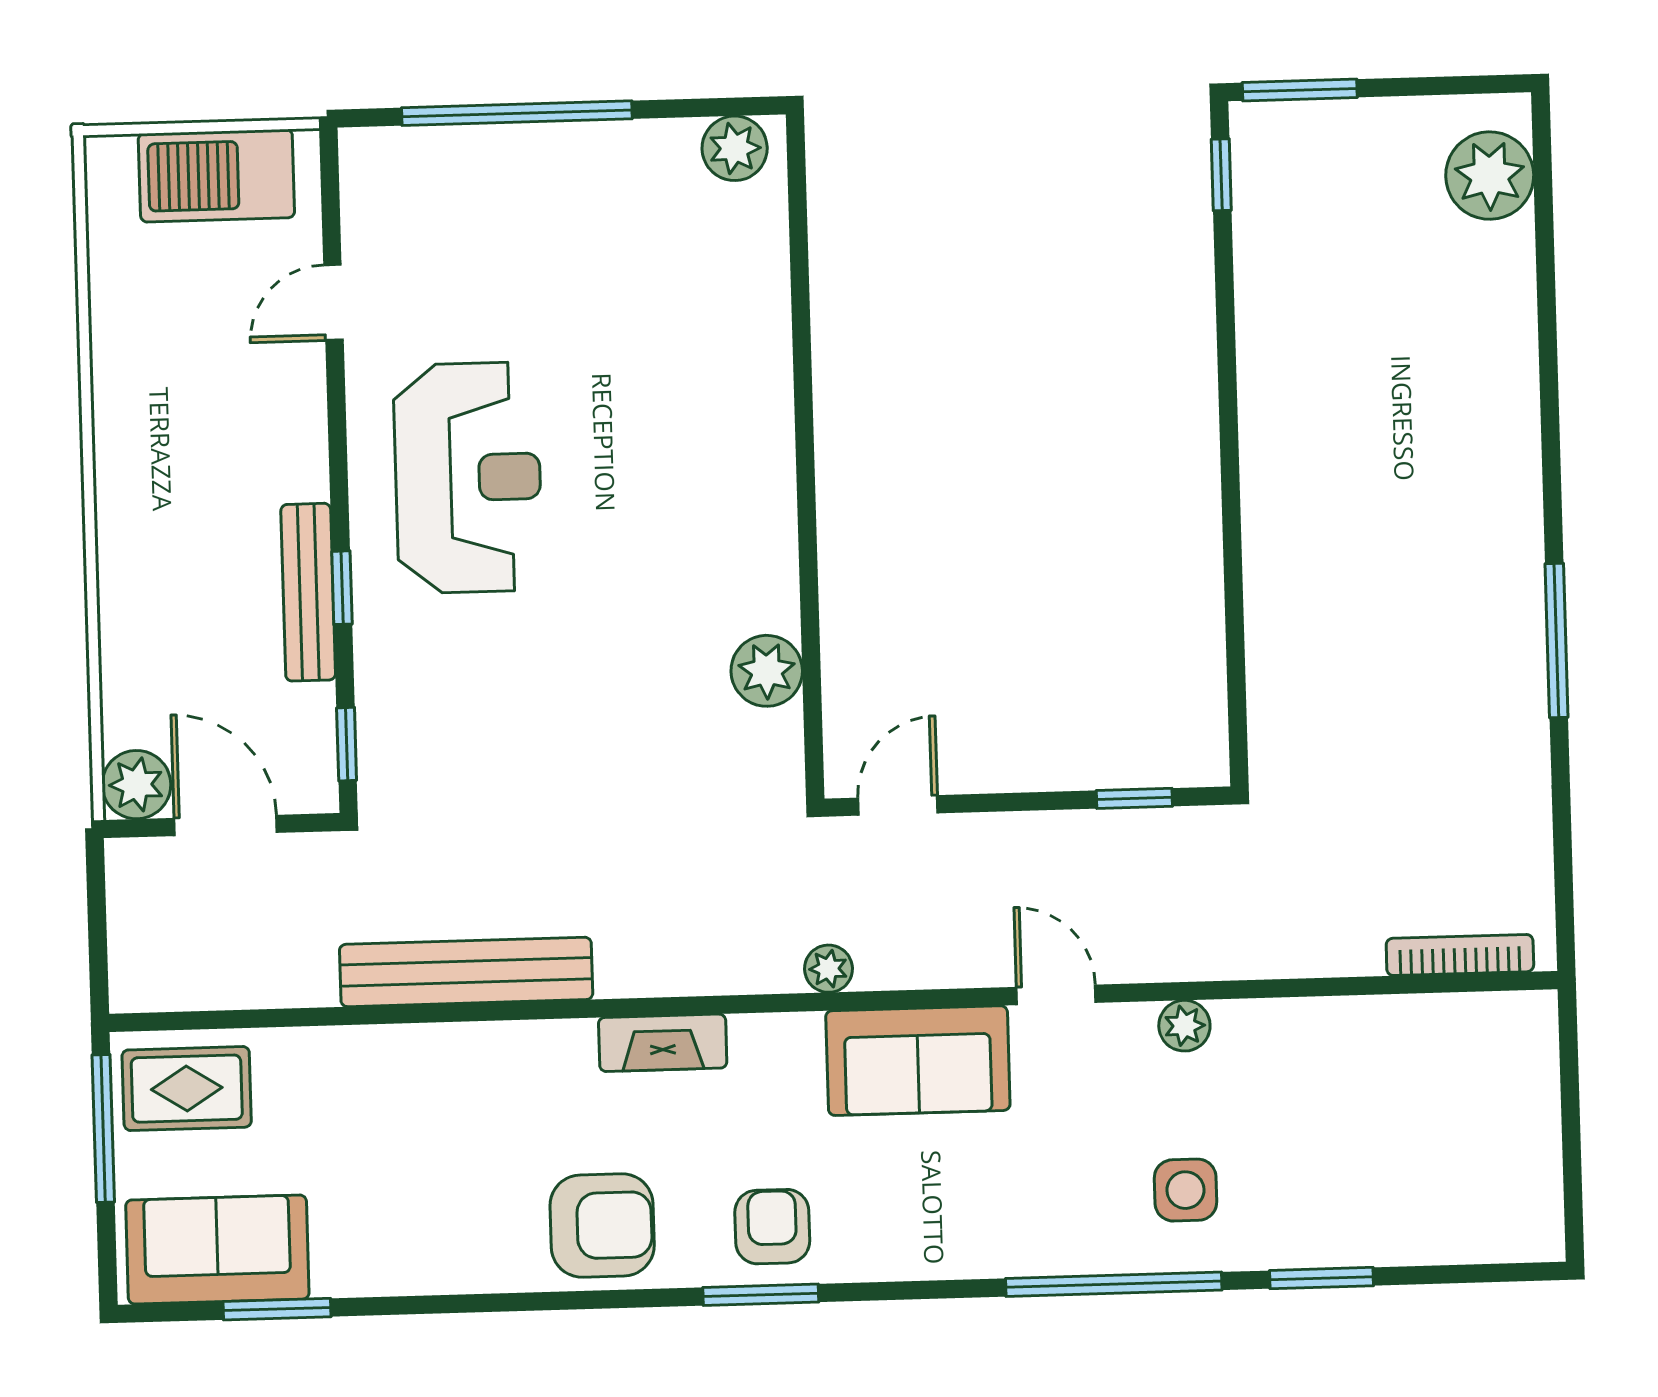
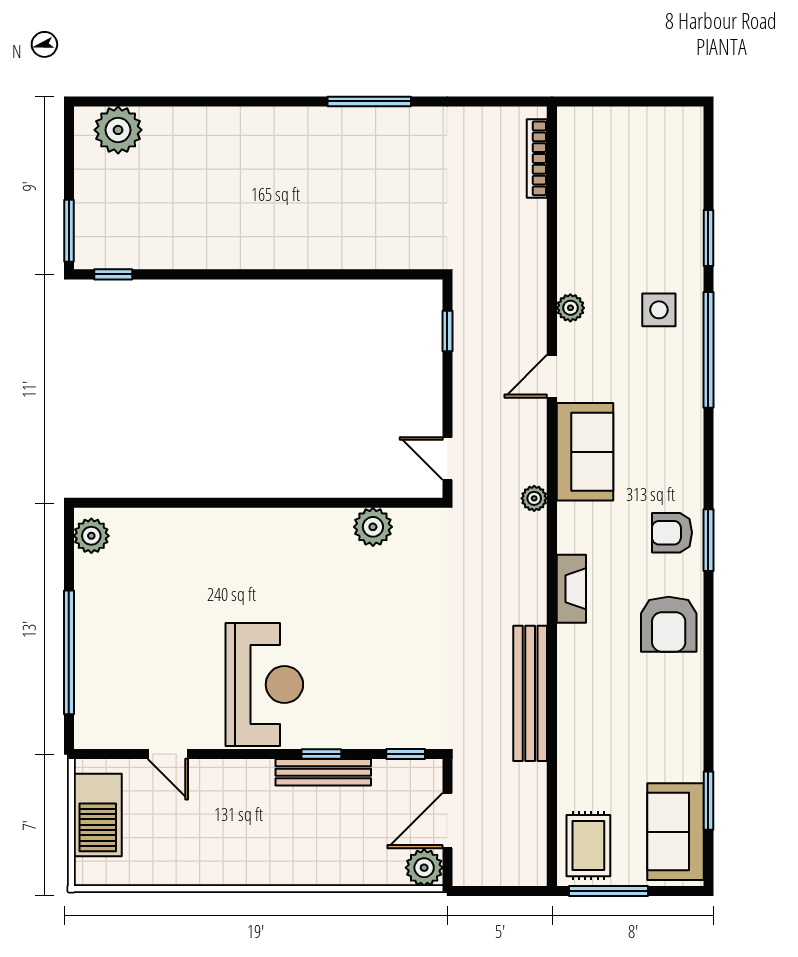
reception desk: (468, 478) -> (264, 685), turned 90
armchair: (602, 1225) -> (669, 624), turned 180

